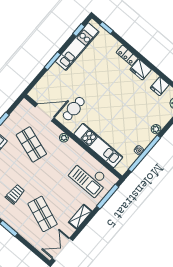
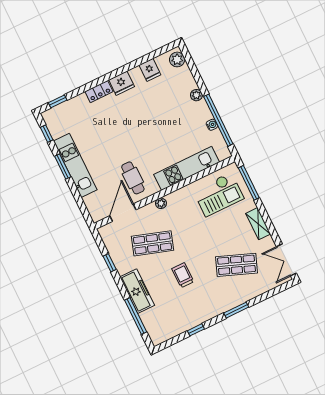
kitchen unit: (77, 47) -> (75, 165), moved
window: (52, 61) -> (63, 166), moved
trolley: (15, 194) -> (183, 275), moved

